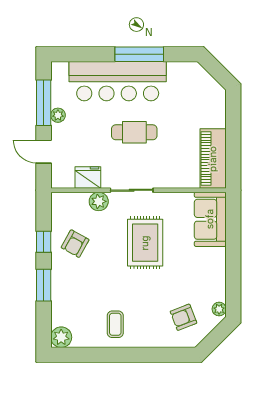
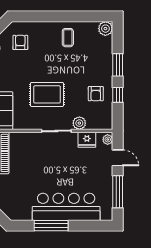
plant: (58, 115) -> (108, 140), moved
cafe table: (134, 132) -> (55, 171), removed
rug: (145, 243) -> (47, 94), turned 90
armchair: (75, 244) -> (96, 94), turned 151
armchair: (183, 317) -> (20, 42), turned -69

